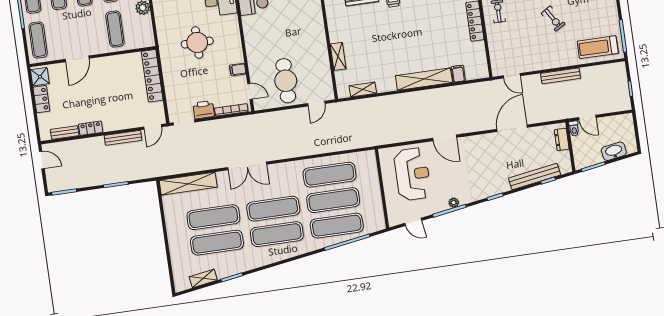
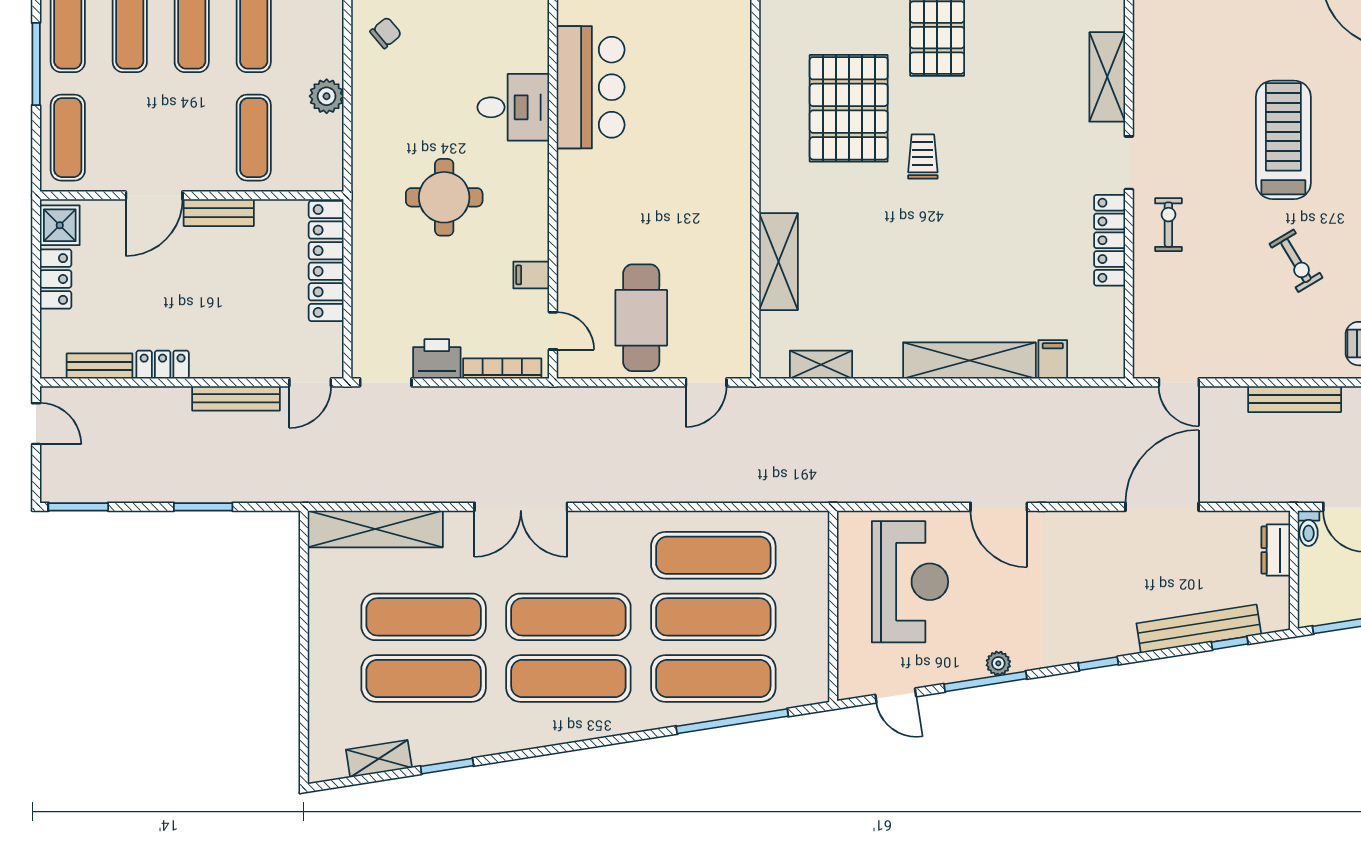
shelving: (338, 56) -> (778, 262), width x1.50, depth x1.33
bench: (105, 62) -> (219, 213), added

